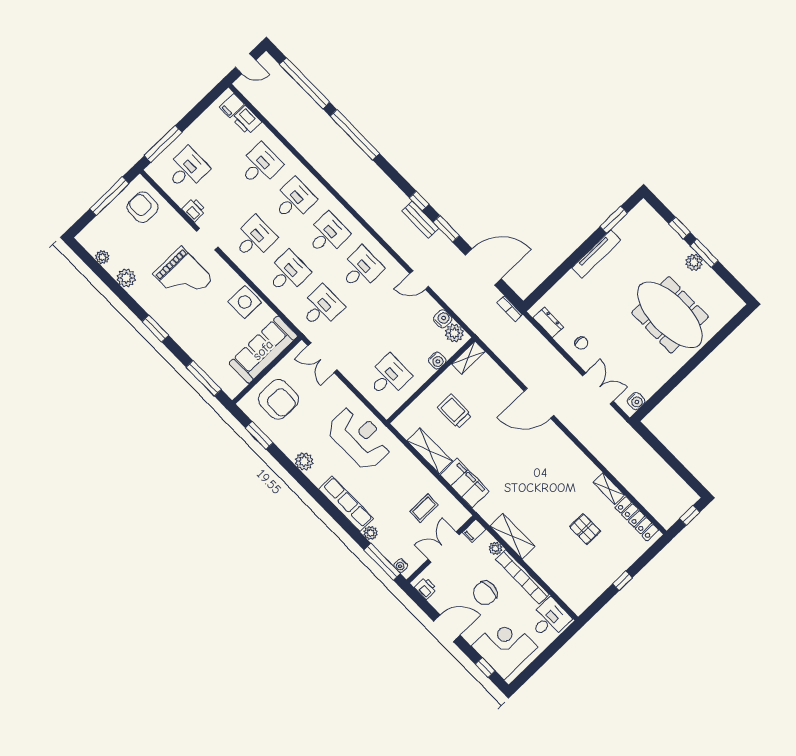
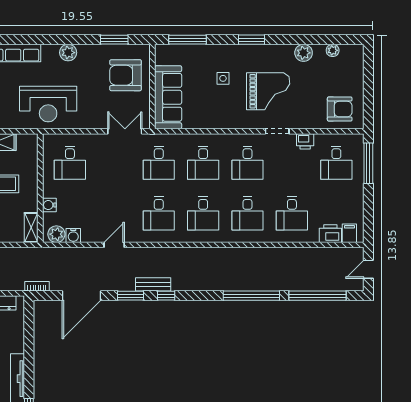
window: (109, 196) -> (368, 94), removed
grand piano: (183, 276) -> (268, 91), turned 180
side table: (245, 302) -> (223, 78), moved, width x0.54, depth x0.54

